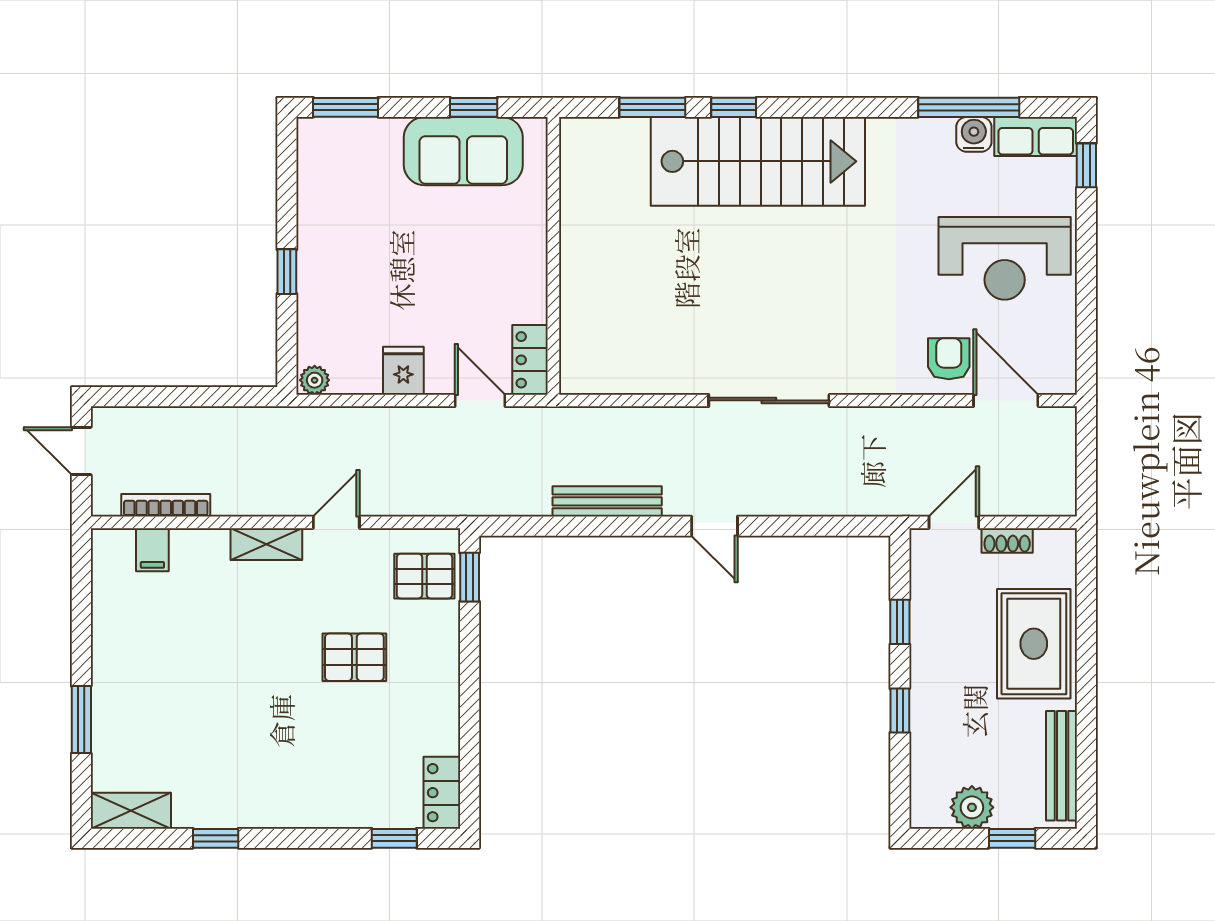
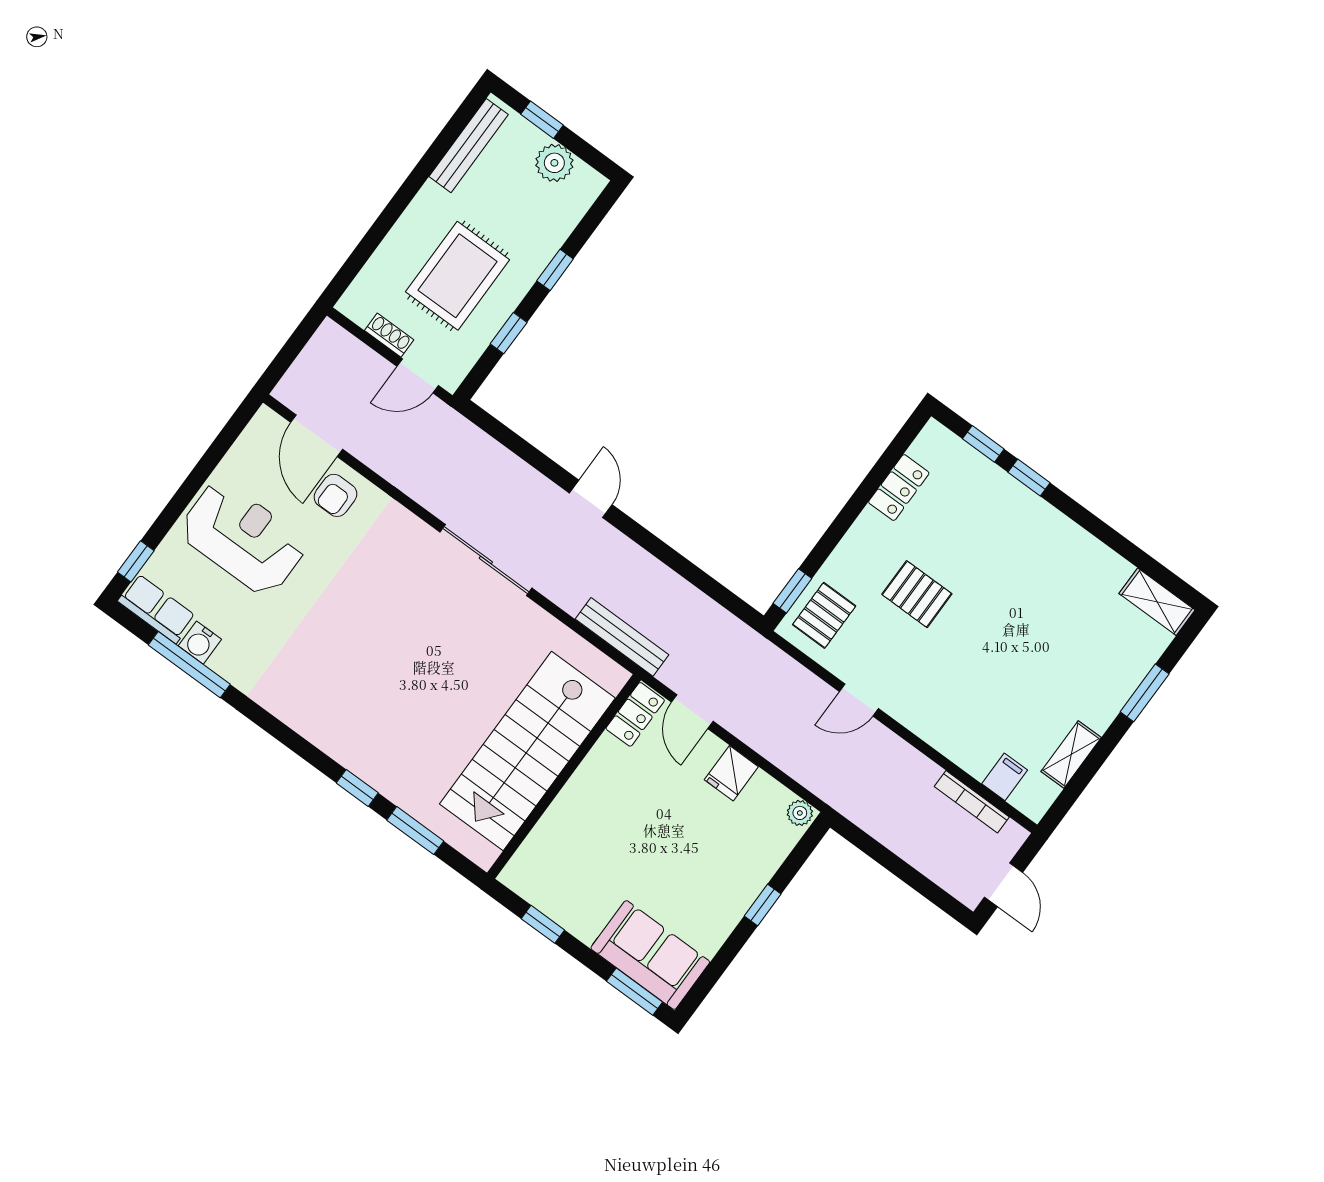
sofa: (463, 151) -> (650, 955), moved
stairs: (758, 161) -> (527, 751), moved, turned -90
bench: (607, 501) -> (622, 637), moved
shelving: (266, 544) -> (1071, 754), moved, turned 90
pallet: (424, 576) -> (824, 615), turned 90
rug: (1034, 644) -> (458, 276), moved
locker: (442, 793) -> (899, 488), moved
window: (216, 838) -> (1029, 477), moved

